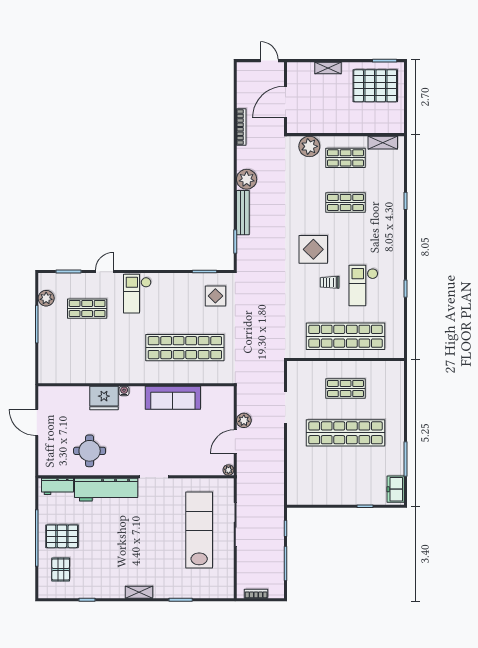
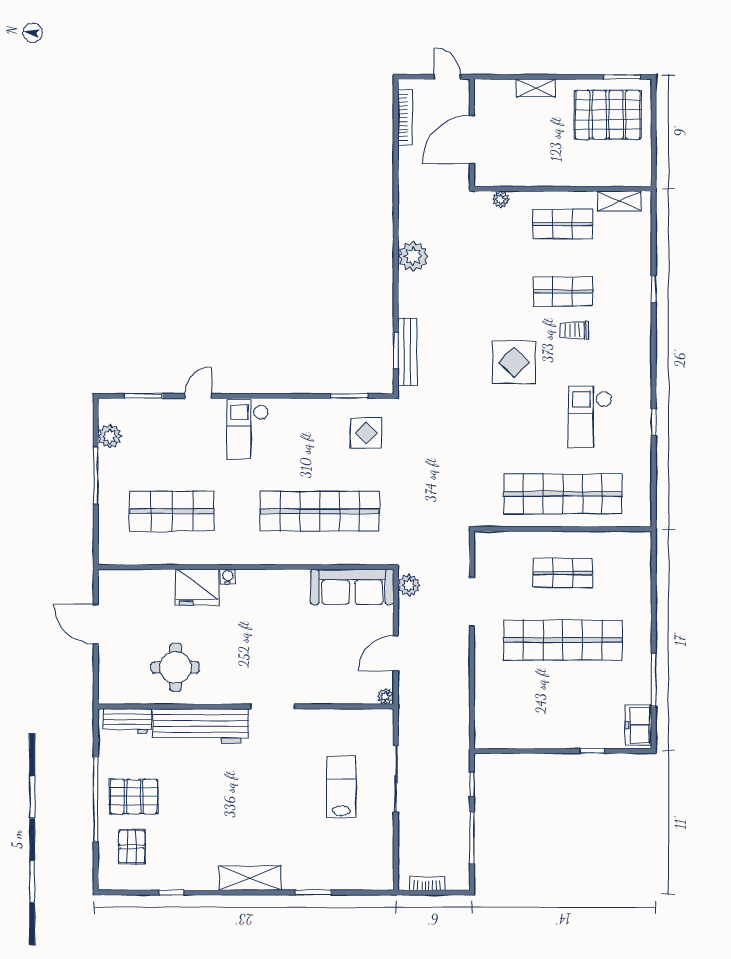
bookcase: (241, 127) -> (405, 117), moved
plant: (309, 146) -> (501, 199), width x0.53, depth x0.53
bench: (243, 213) -> (407, 352), moved
trolley: (330, 282) -> (574, 330), moved
shop shelf: (87, 309) -> (172, 511), moved, width x1.43, depth x1.36
sofa: (173, 398) -> (352, 587), moved
plant: (244, 420) -> (409, 585), moved
lab bench: (199, 530) -> (341, 787), width x0.54, depth x0.72
shelving: (139, 592) -> (250, 878), width x1.50, depth x1.33

